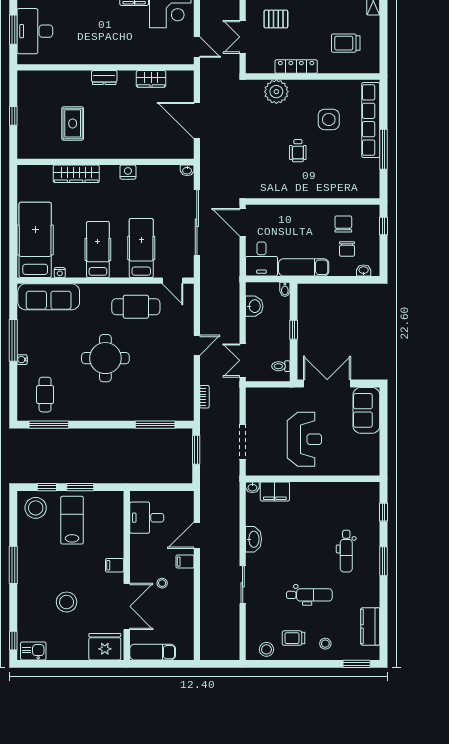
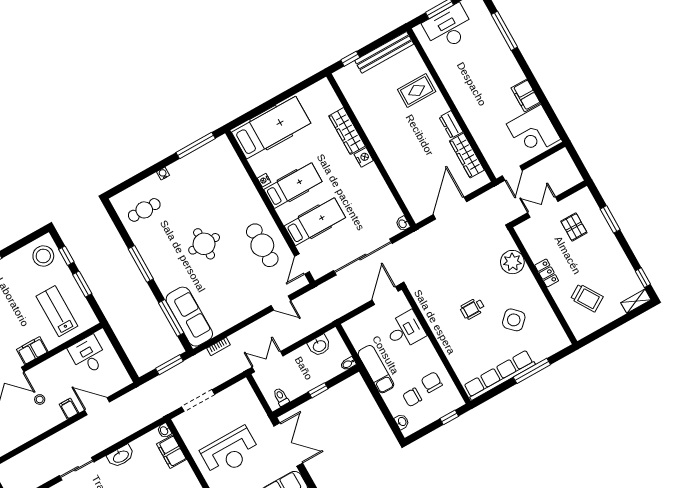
trolley: (346, 43) -> (587, 298), turned 148
locker: (296, 67) -> (547, 273), width x0.66
dresser: (104, 78) -> (451, 125), moved
wardrobe: (151, 79) -> (467, 155), width x1.50
bench: (25, 101) -> (384, 52), added
window: (13, 116) -> (350, 59), moved
side table: (329, 119) -> (514, 320), turned 45
row of seats: (371, 120) -> (499, 375), moved
rug: (73, 123) -> (417, 90), moved
window: (383, 149) -> (532, 371), moved
nightstand: (128, 172) -> (364, 157), moved
chair: (343, 224) -> (432, 382), turned -90
desk: (261, 259) -> (405, 330), moved, turned 180
nightstand: (60, 273) -> (264, 180), moved
sofa: (49, 297) -> (189, 317), moved, turned 180
window: (13, 340) -> (196, 145), moved
door: (197, 345) -> (281, 303), moved
round table: (105, 358) -> (204, 244), width x0.73, depth x0.73
window: (49, 425) -> (141, 264), moved
lab bench: (72, 520) -> (57, 311), moved, turned -90
filing cabinet: (115, 565) -> (32, 351), width x2.00

